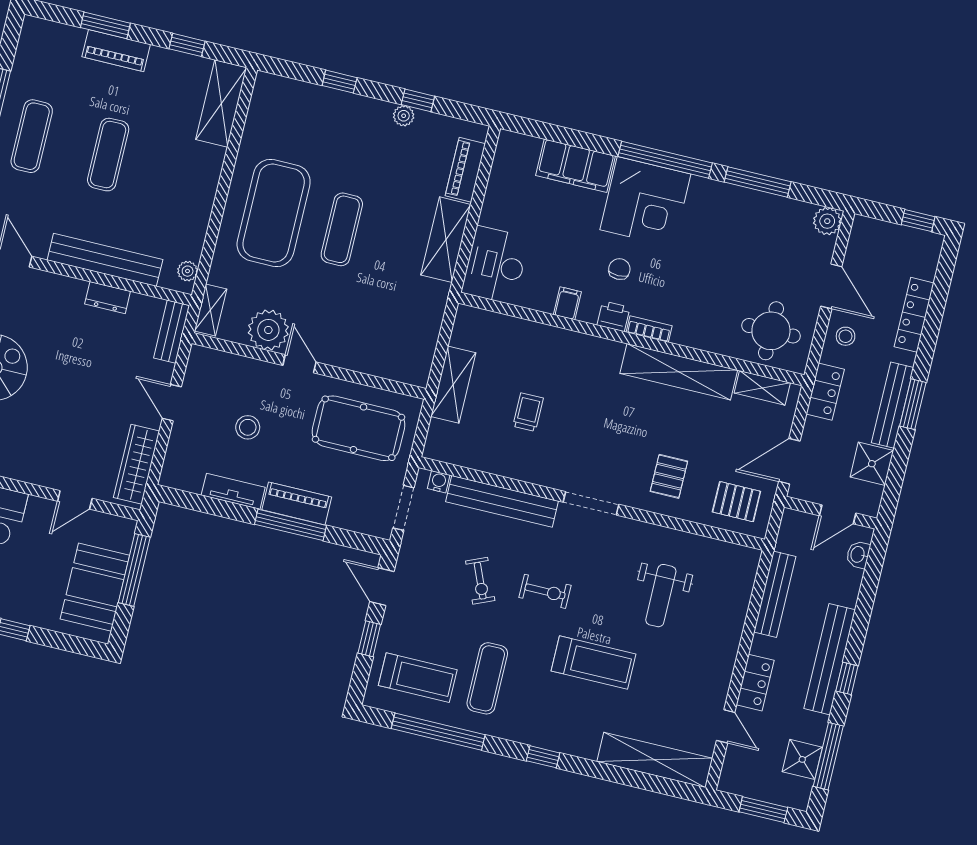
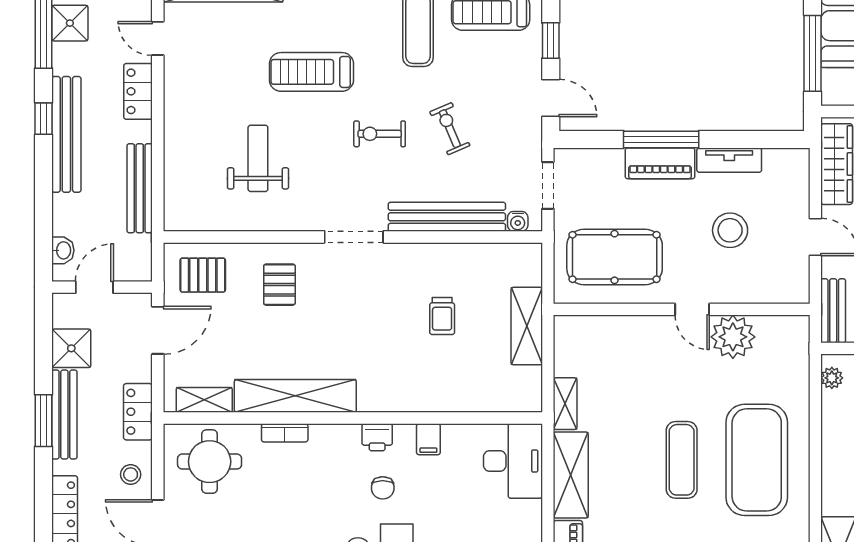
shelving: (211, 310) -> (565, 404), moved
bookcase: (649, 329) -> (285, 433), moved
stool: (248, 427) -> (730, 230), width x1.38, depth x1.38

